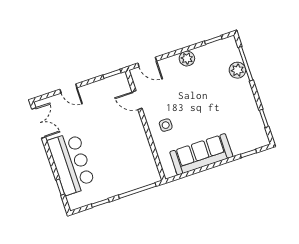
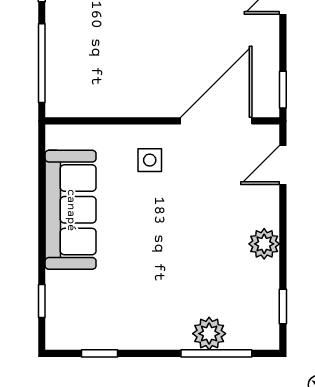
door: (137, 100) -> (216, 121), width x1.88

